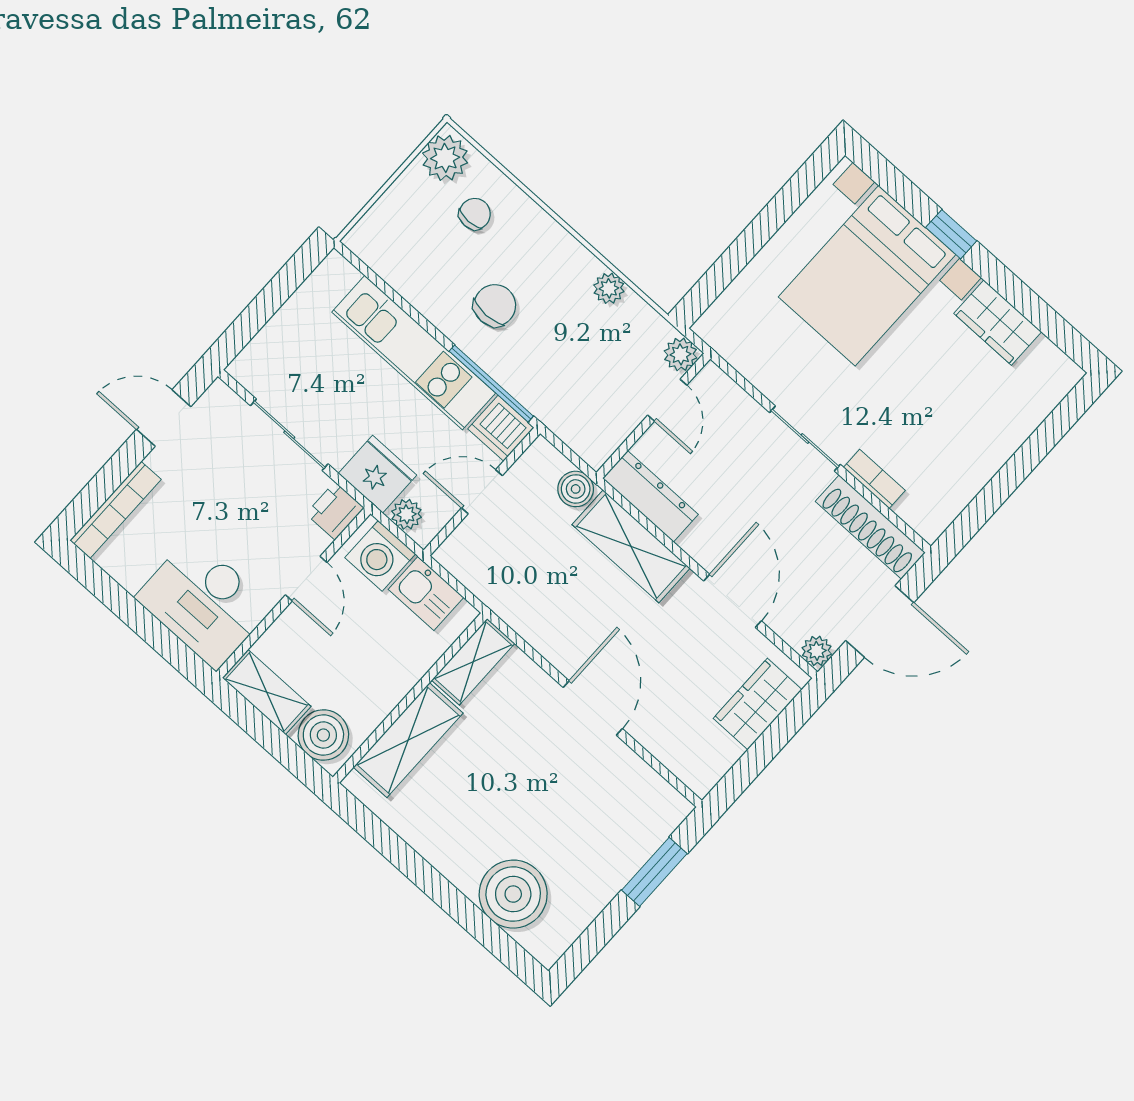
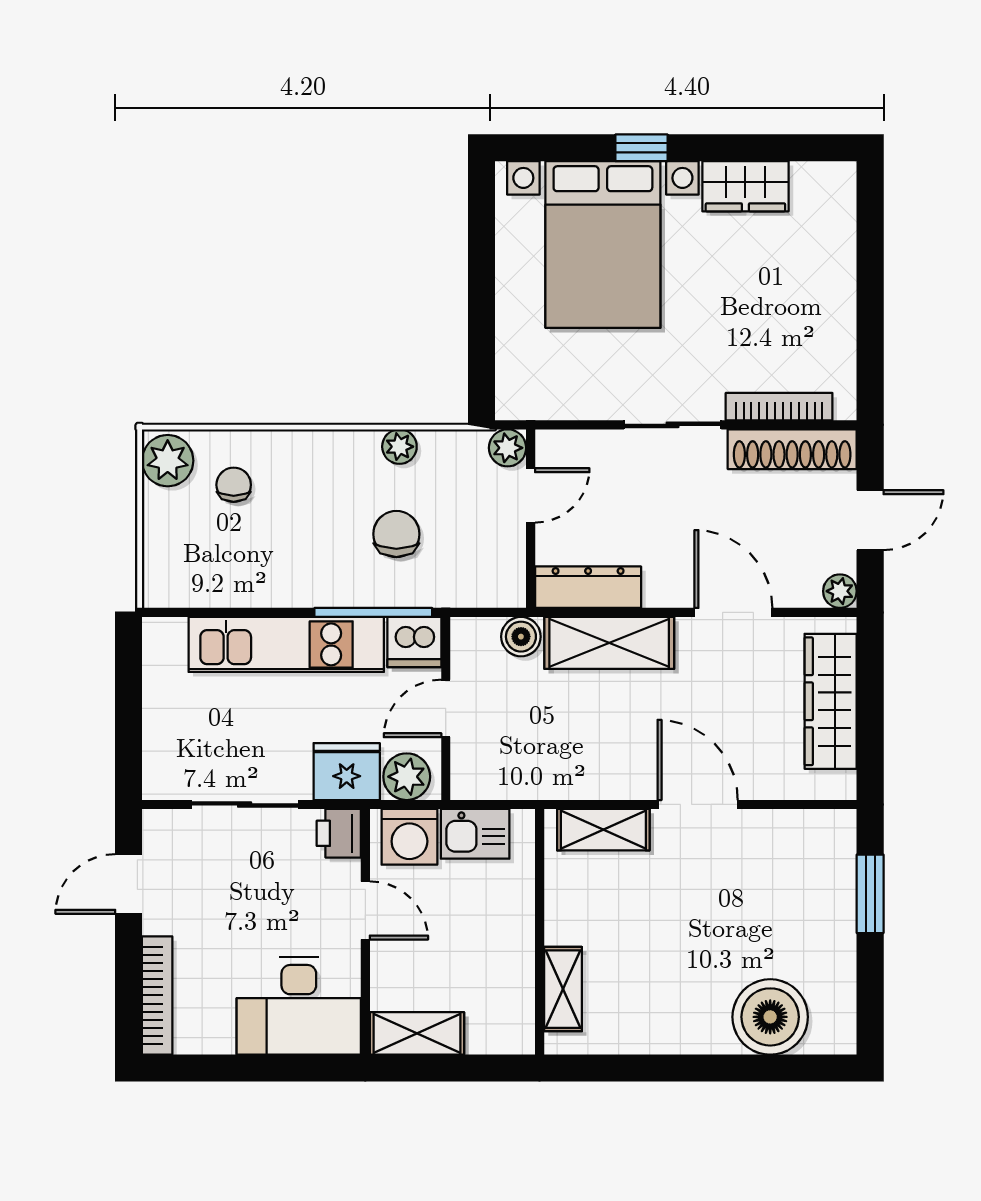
chair: (495, 305) -> (396, 534), moved
door: (667, 400) -> (531, 495), hinge flipped
bookcase: (874, 479) -> (779, 407), width x1.56
plant: (407, 514) -> (407, 777), width x1.38, depth x1.38
door: (880, 622) -> (870, 520), width x0.73
shelving: (473, 662) -> (603, 830), moved, turned 90
wardrobe: (758, 704) -> (831, 701), width x1.50
boiler: (323, 735) -> (496, 1027), removed
shelving: (408, 740) -> (563, 989), width x0.67, depth x0.75

